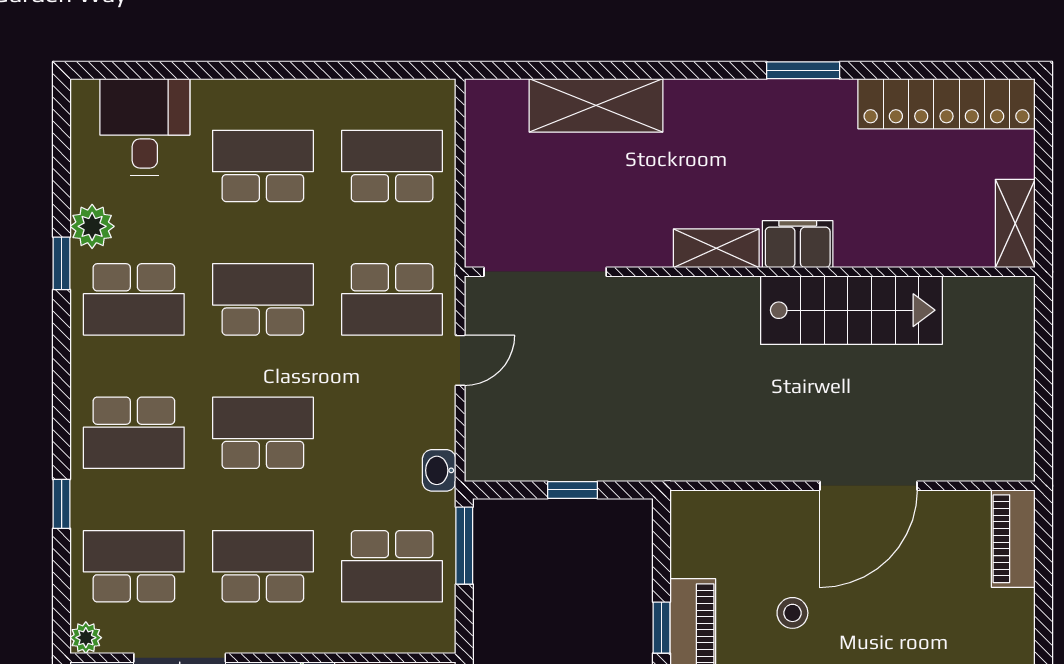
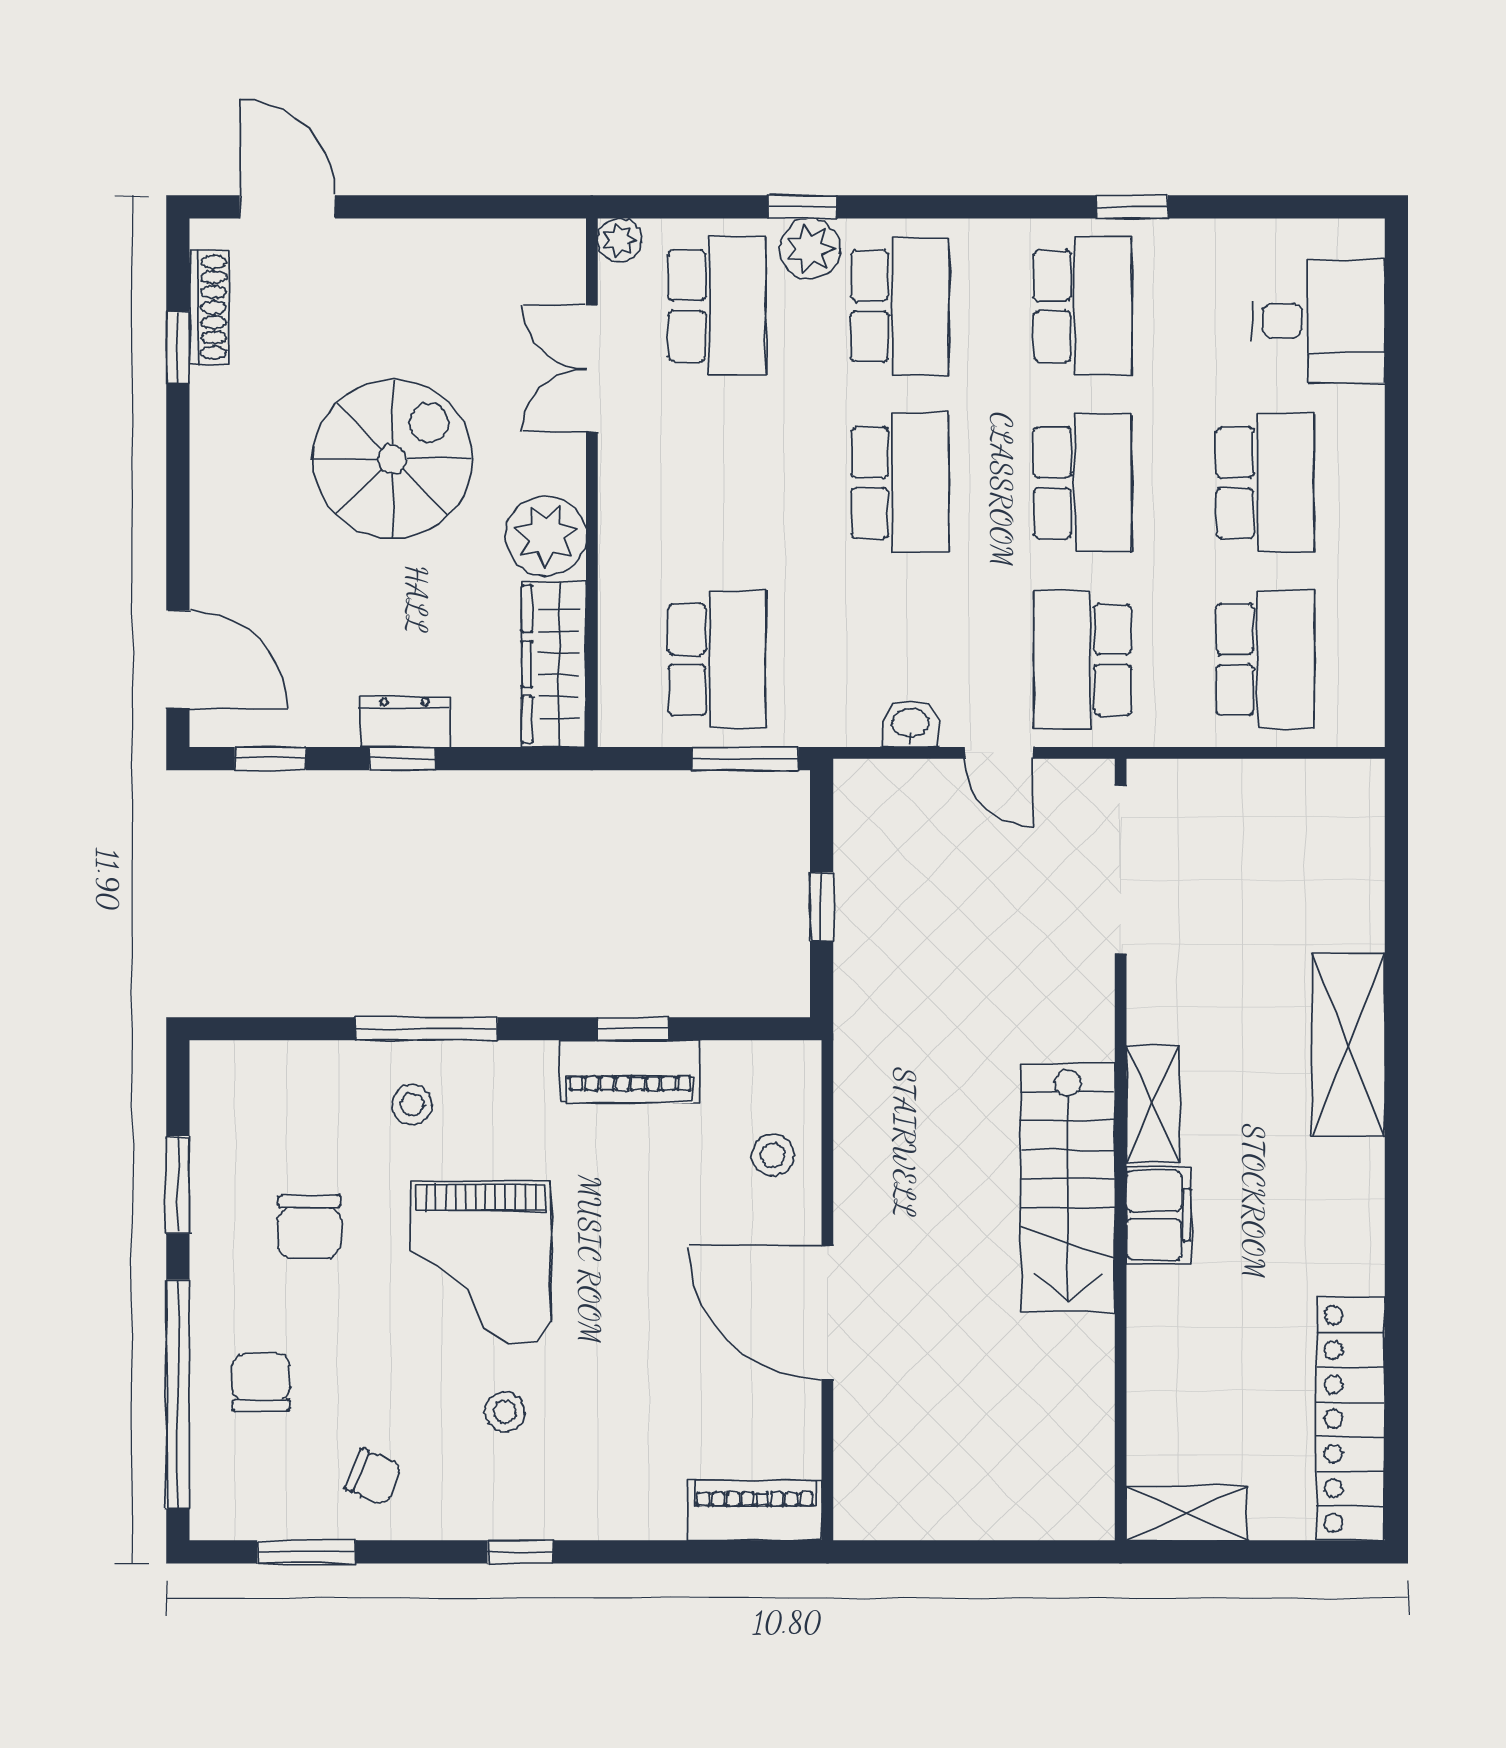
window: (803, 70) -> (1396, 1223), removed
shelving: (596, 105) -> (1348, 1045), moved
plant: (92, 226) -> (810, 249), moved
school desk: (134, 299) -> (1083, 306), turned 180
stairs: (851, 310) -> (1068, 1188), moved
school desk: (134, 433) -> (900, 306), turned 180
washbasin: (439, 470) -> (910, 724), moved
school desk: (263, 566) -> (717, 483), removed
school desk: (392, 566) -> (717, 660), turned 180
stool: (792, 613) -> (773, 1155), moved

